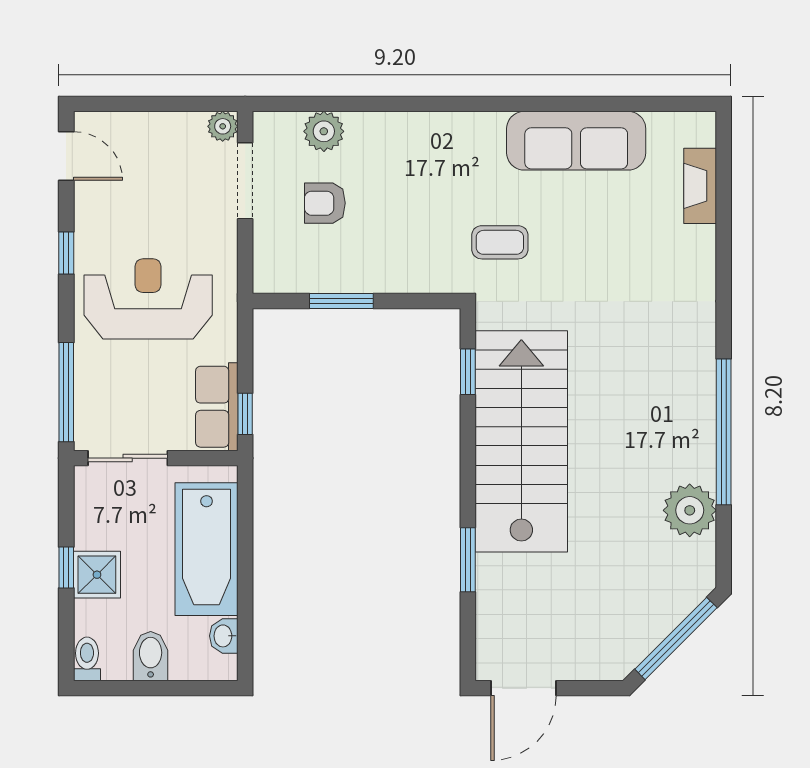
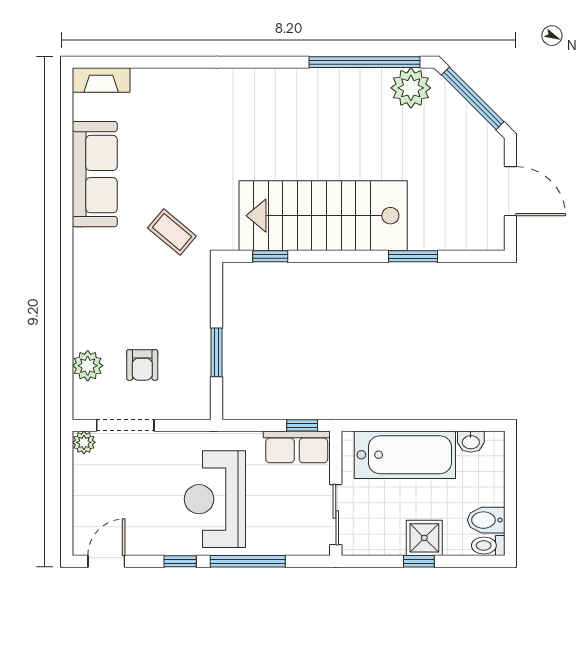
fireplace: (700, 186) -> (101, 80), moved
coffee table: (500, 242) -> (172, 232), turned -50
window: (66, 392) -> (248, 561), moved
window: (724, 432) -> (364, 62), moved
plant: (690, 510) -> (411, 88), moved
bidet: (151, 656) -> (486, 520), moved
door: (523, 688) -> (510, 191), moved

